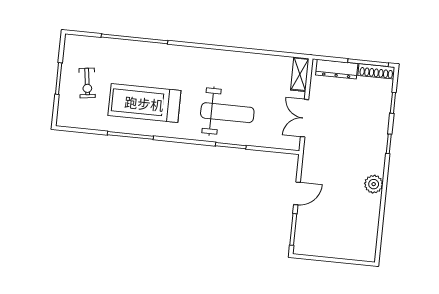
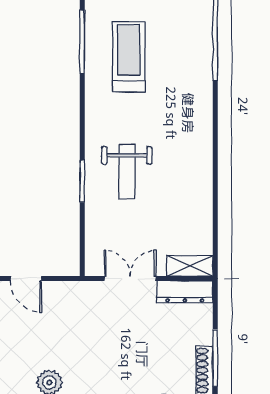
dresser: (337, 69) -> (185, 292), moved, turned -90
treadmill: (144, 103) -> (129, 57), width x0.73, depth x0.73
weight bench: (227, 113) -> (127, 172), width x0.73, depth x0.75

